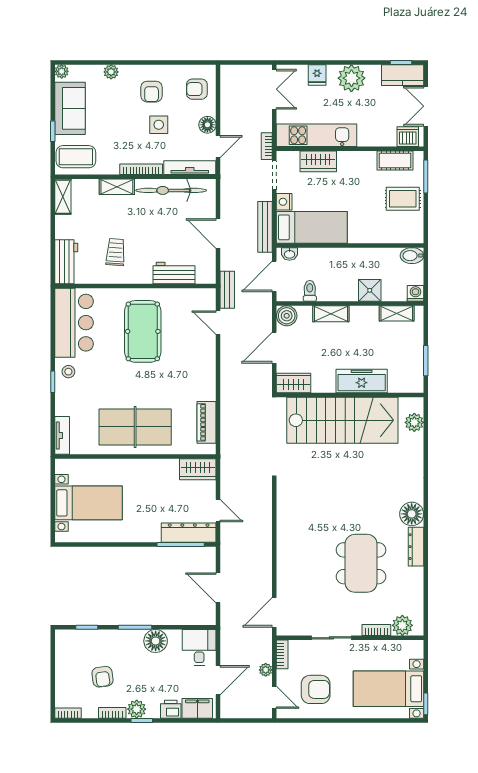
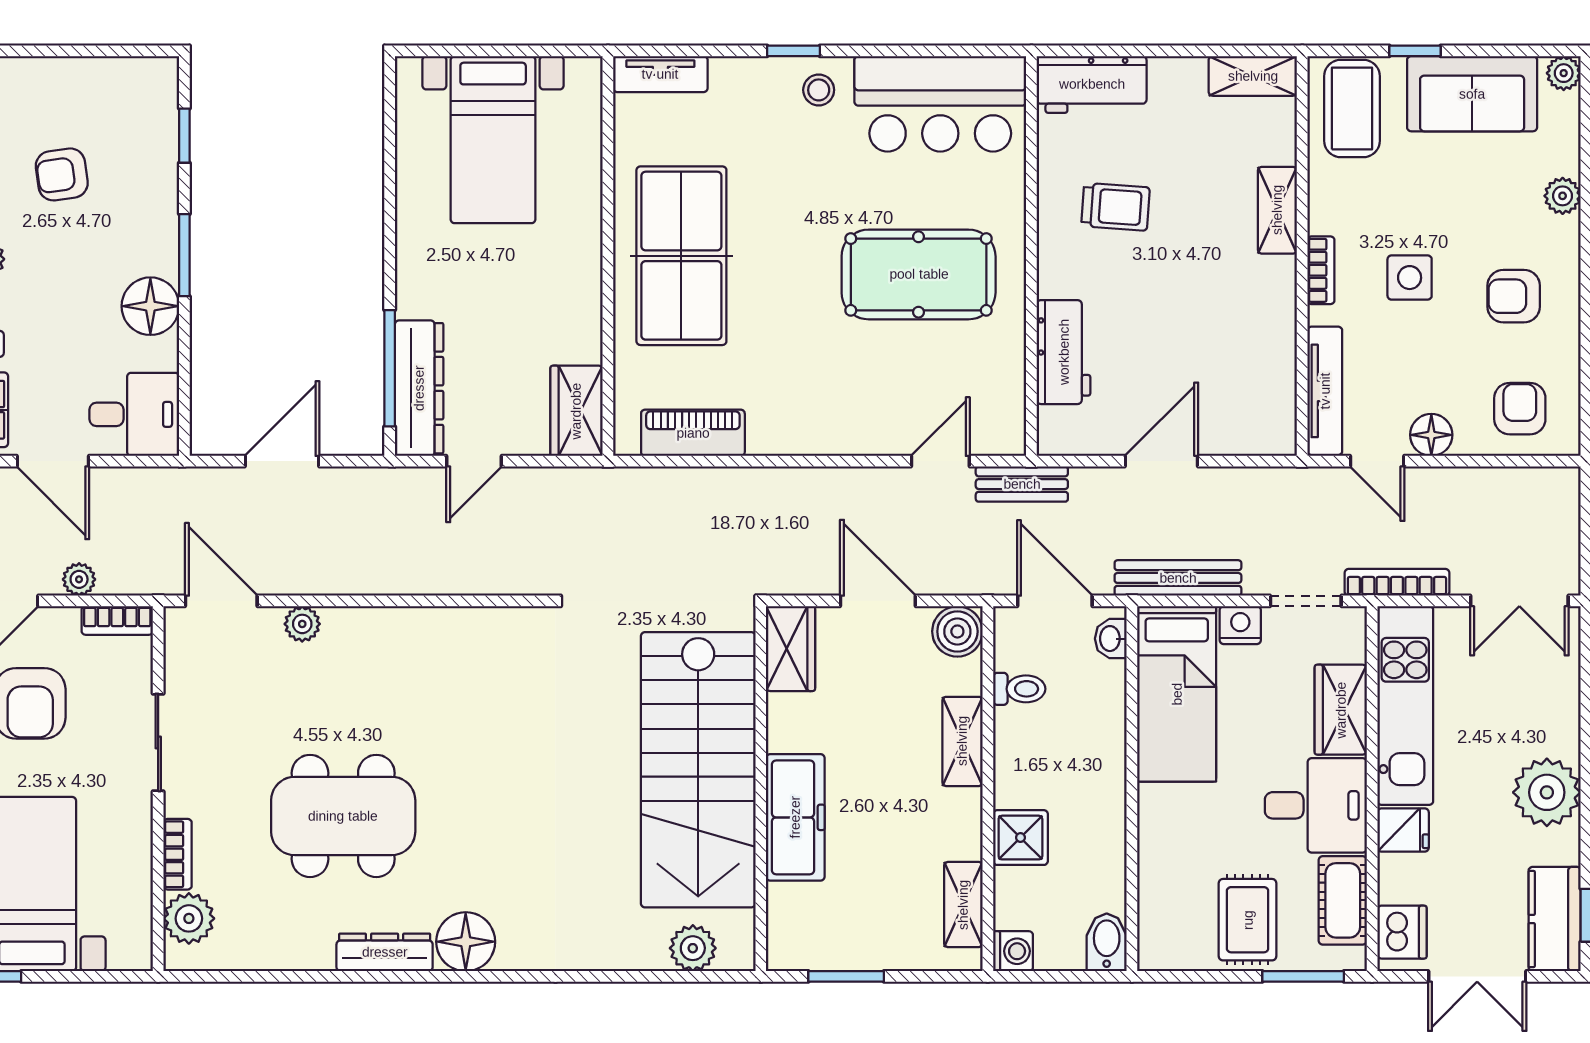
fridge: (317, 75) -> (1403, 830), moved, turned 180
double door: (426, 106) -> (1477, 976), swing flipped
side table: (159, 125) -> (1410, 278), moved
bookcase: (267, 146) -> (1397, 582), width x1.56
bookcase: (141, 169) -> (1321, 270), width x0.64
desk: (357, 171) -> (1316, 805), added
bicycle: (171, 190) -> (1268, 345), removed
plant: (284, 580) -> (302, 624), added

